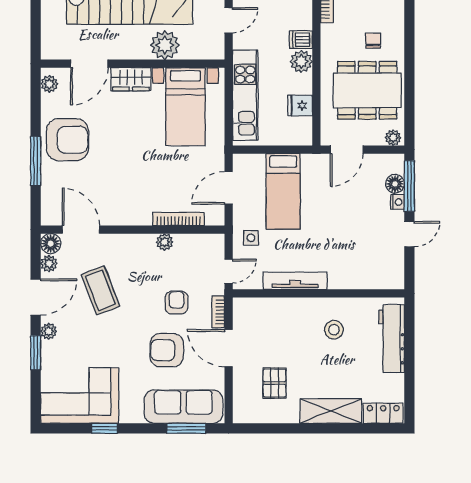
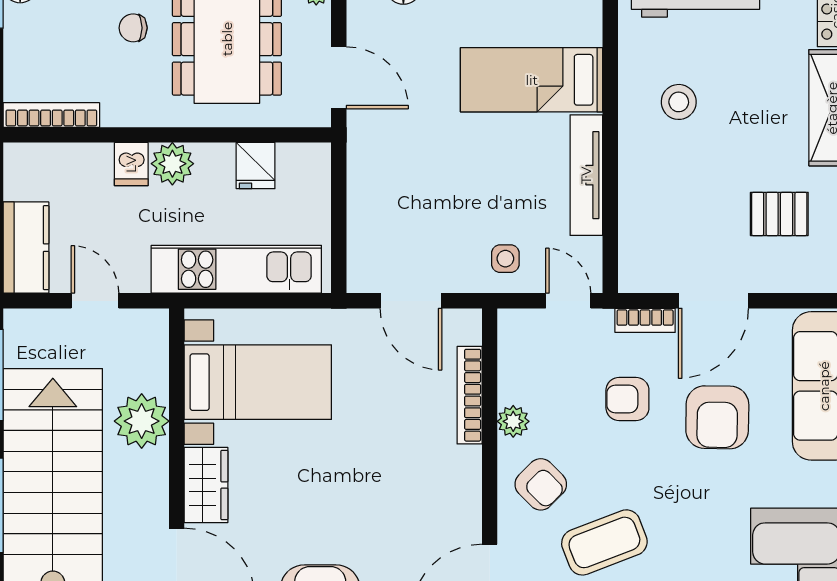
bed: (283, 191) -> (532, 80), moved, turned 180
armchair: (131, 257) -> (541, 484), added

